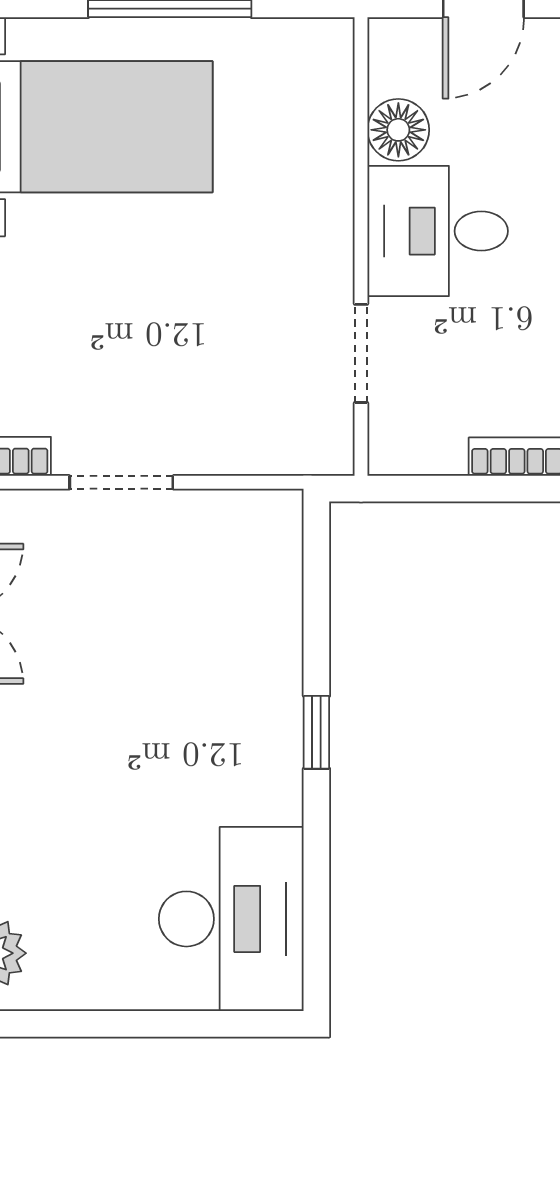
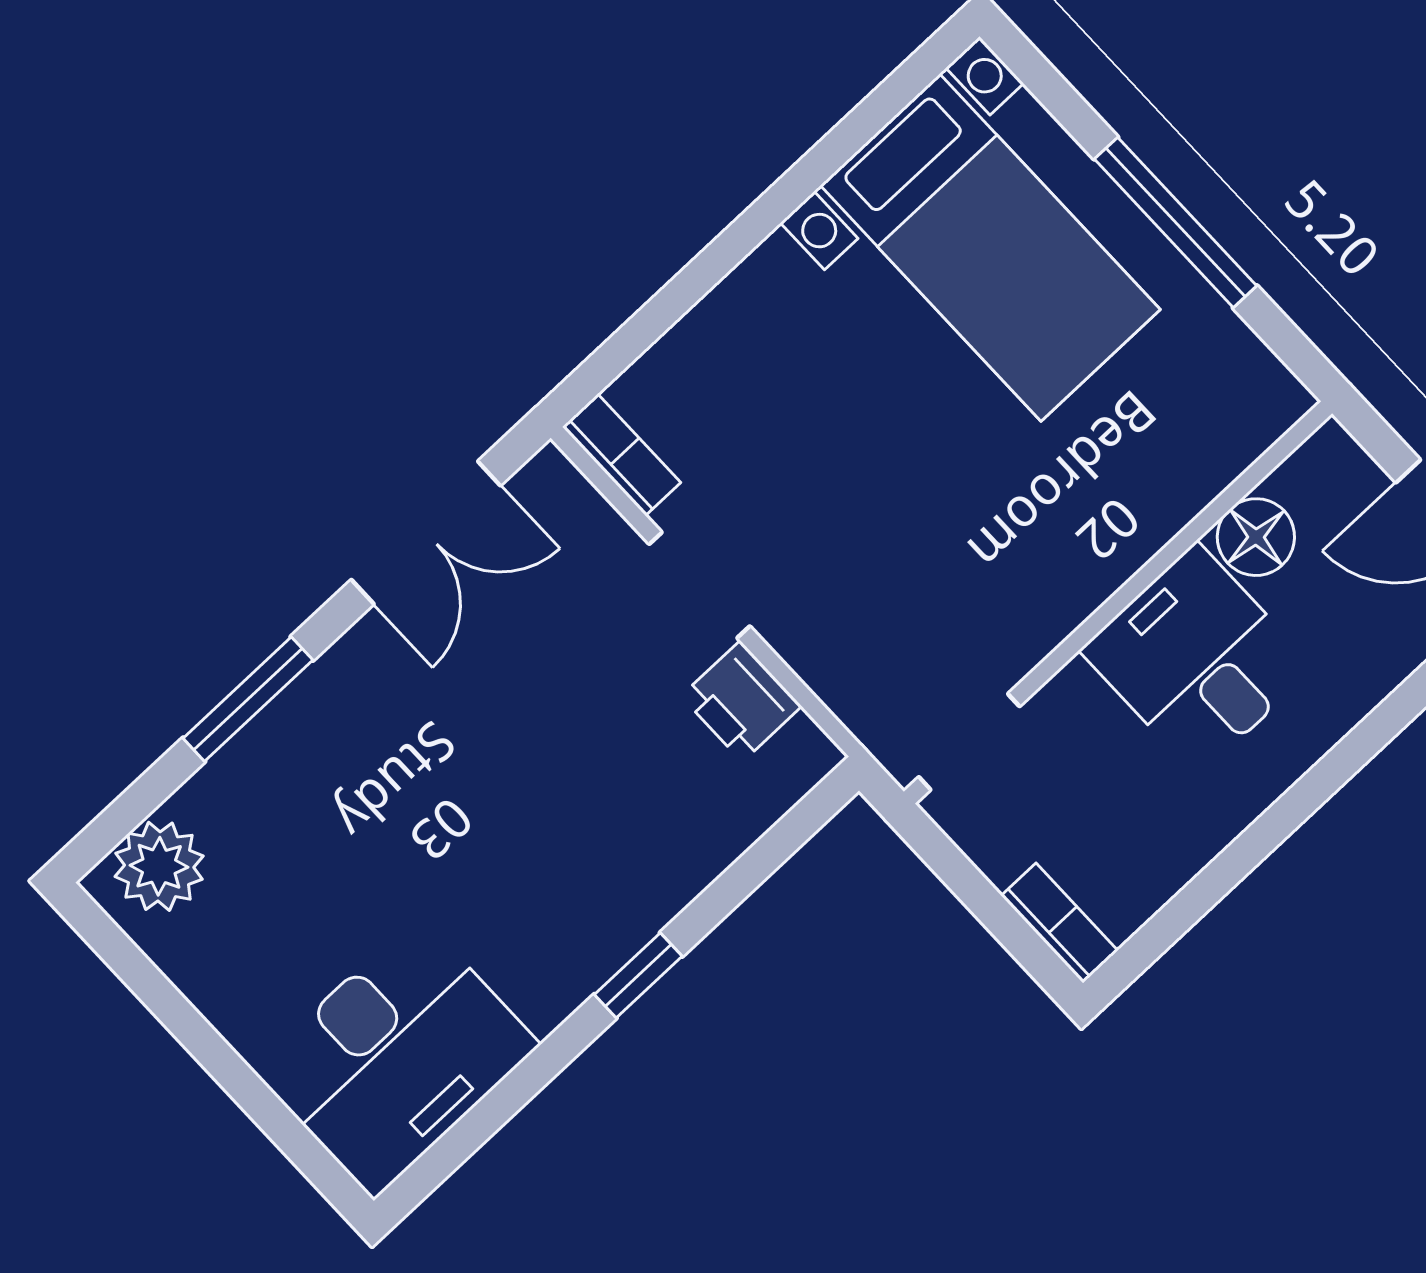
doorway: (361, 353) -> (969, 742), moved
printer: (212, 522) -> (741, 701), added

